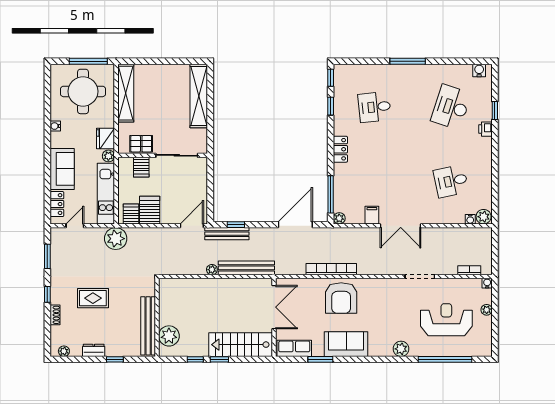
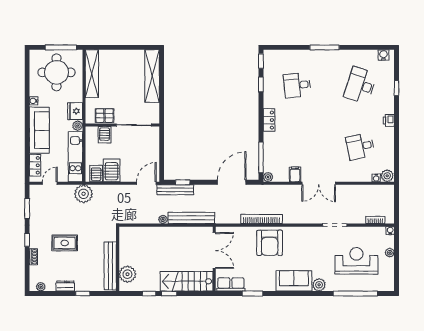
printer: (485, 129) -> (389, 120), moved
sofa: (62, 169) -> (39, 130), width x1.36
sofa: (346, 344) -> (294, 281), moved

